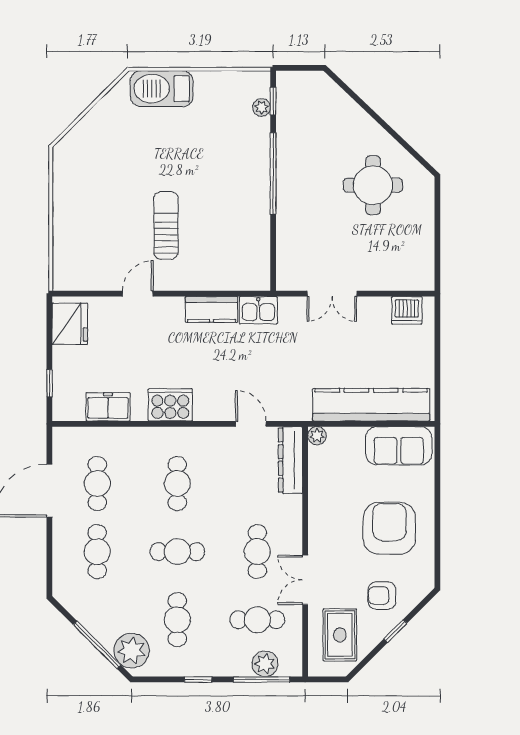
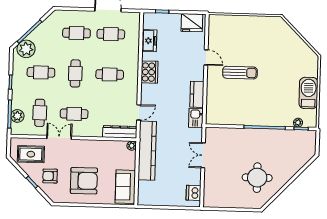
barbecue: (162, 89) -> (308, 93), moved
kitchen counter: (371, 405) -> (147, 151), moved
armchair: (382, 596) -> (50, 176), turned -90

